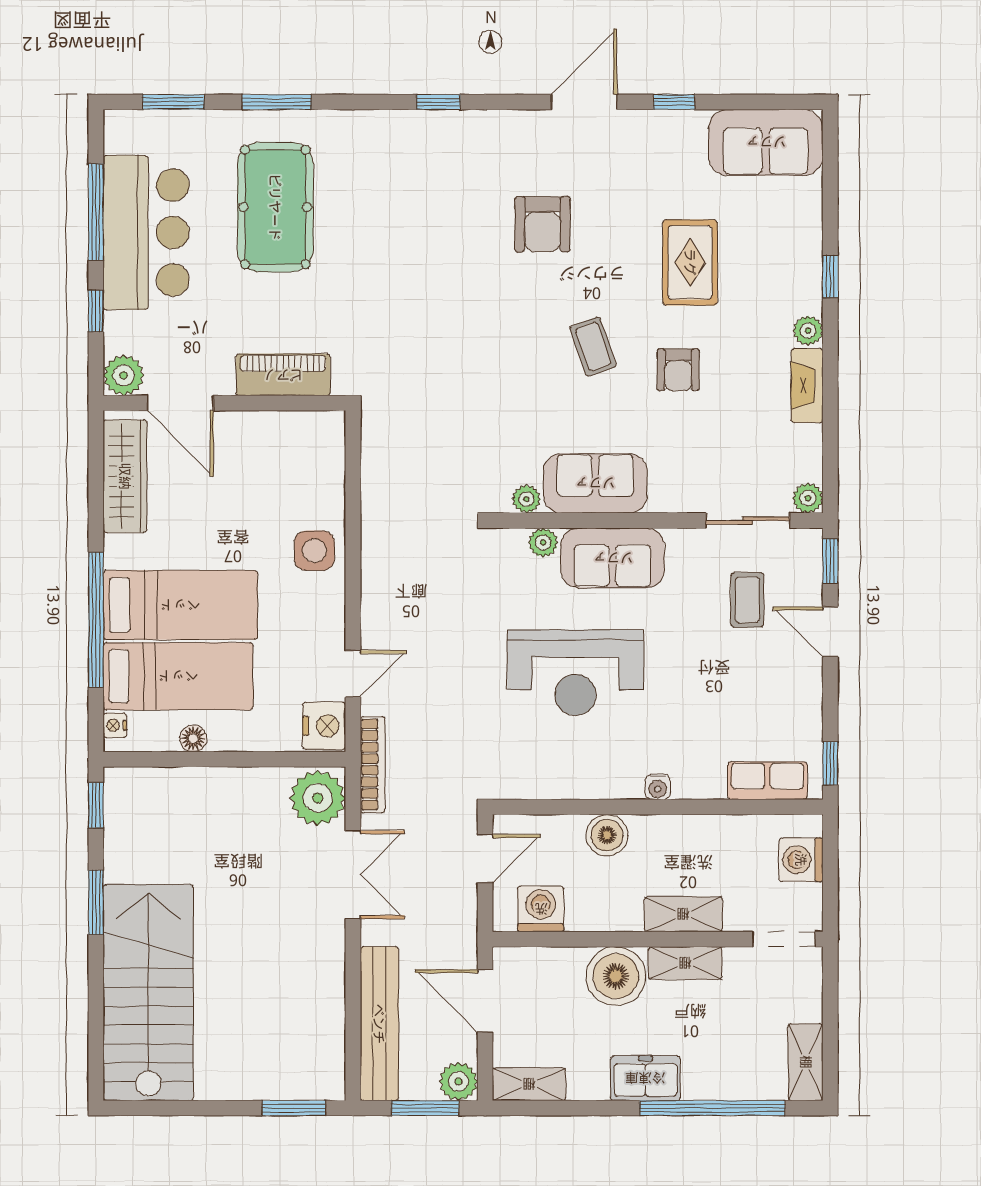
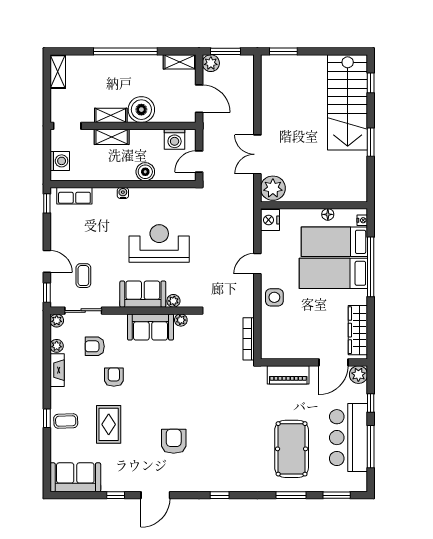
plant: (808, 331) -> (57, 346), moved
coffee table: (593, 347) -> (66, 421), moved, turned -73
door: (180, 403) -> (333, 362), swing flipped
armchair: (722, 439) -> (95, 346), added
door: (353, 673) -> (257, 264), moved
bookcase: (373, 765) -> (249, 339), moved
window: (96, 805) -> (371, 83), moved
bench: (379, 1024) -> (246, 89), removed
freezer: (645, 1078) -> (128, 65), removed
window: (712, 1108) -> (125, 51), moved

